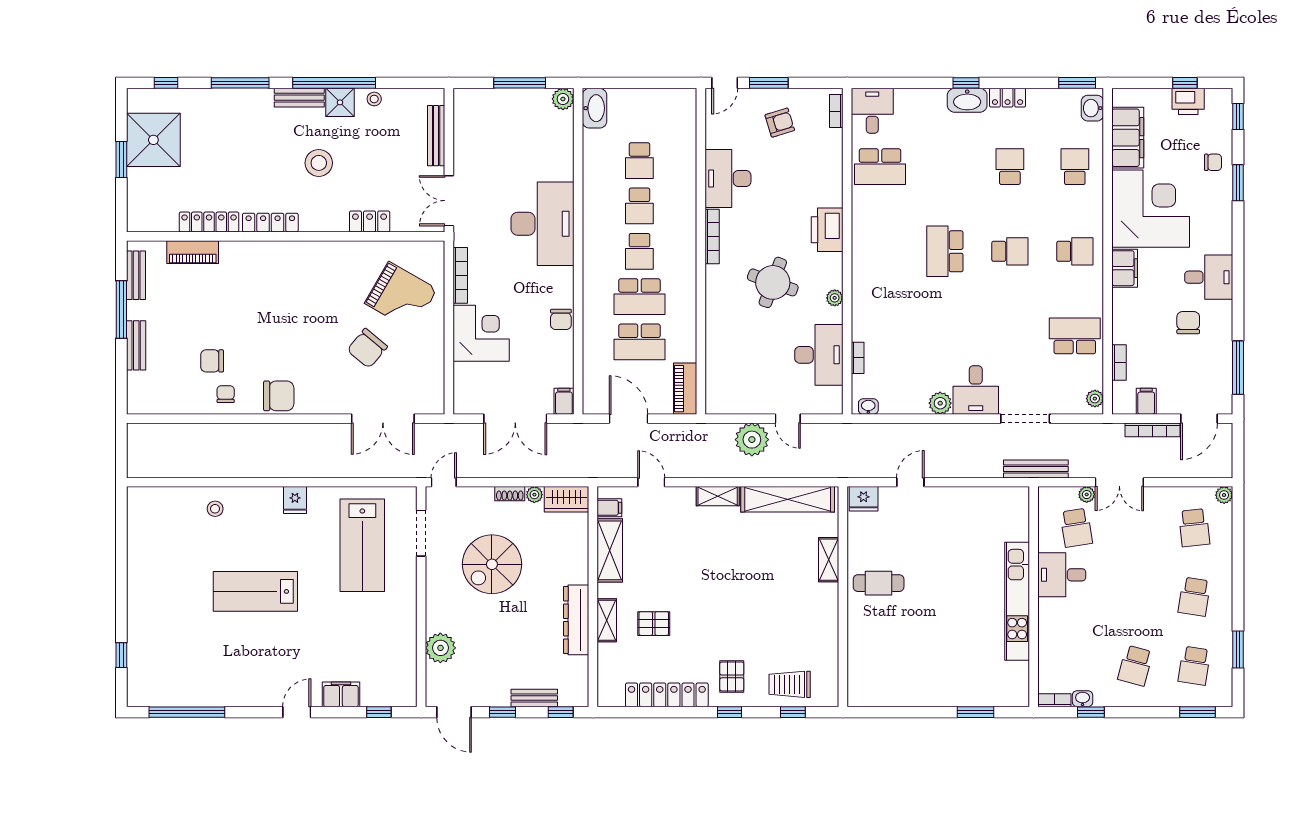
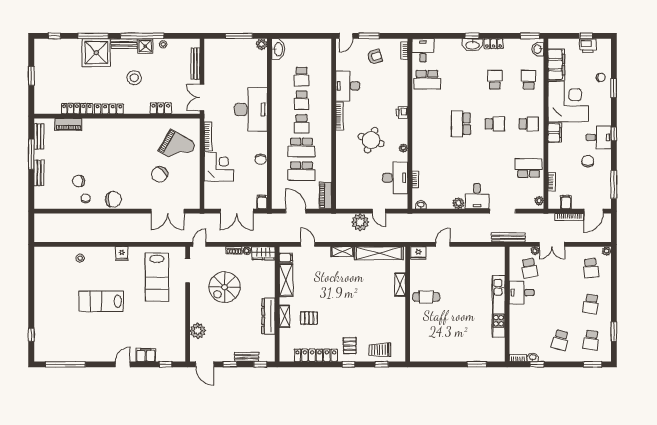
window: (1238, 117) -> (614, 134), moved
shower: (153, 140) -> (96, 53), moved
printer: (827, 230) -> (402, 113), width x0.53, depth x0.68

